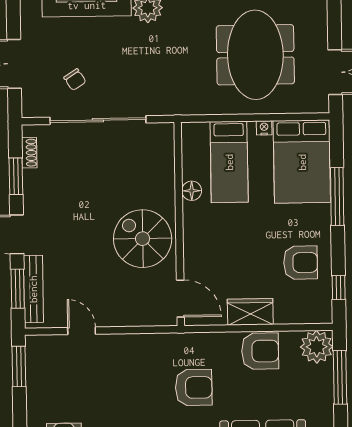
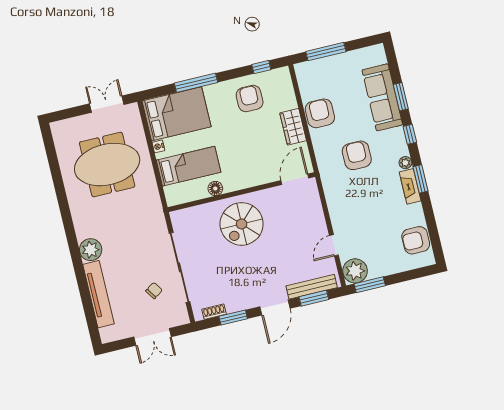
spiral stairs: (143, 239) -> (242, 224), moved
plant: (317, 347) -> (355, 271), moved

